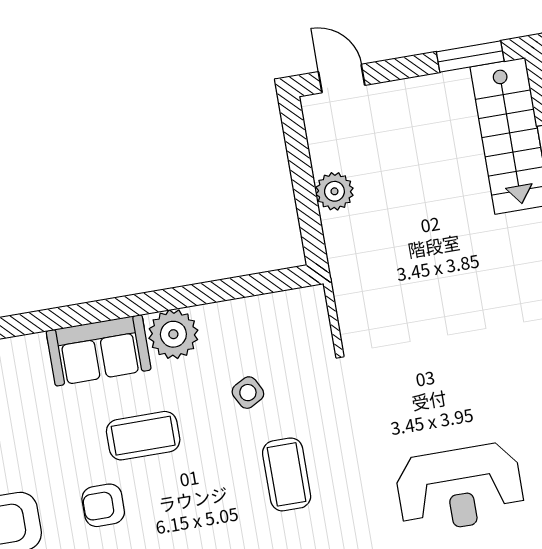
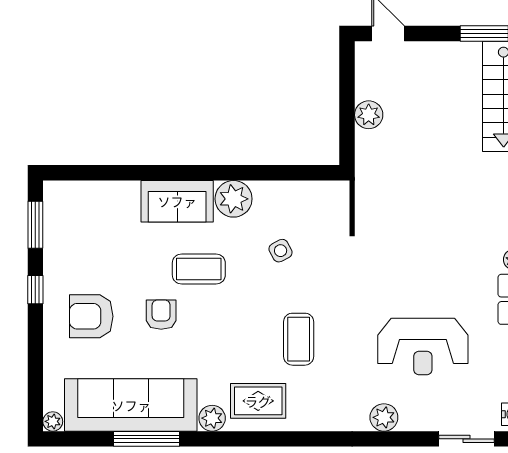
coffee table: (287, 474) -> (299, 339), moved
armchair: (103, 505) -> (161, 315), turned 90

